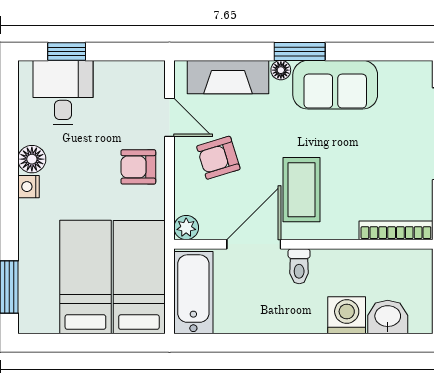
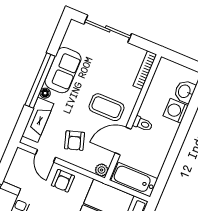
window: (300, 51) -> (40, 80), width x2.11
door: (170, 117) -> (45, 156), swing flipped
door: (254, 244) -> (123, 141), hinge flipped

